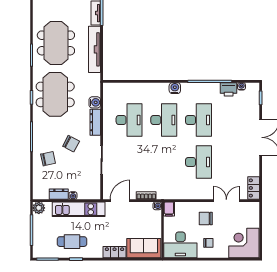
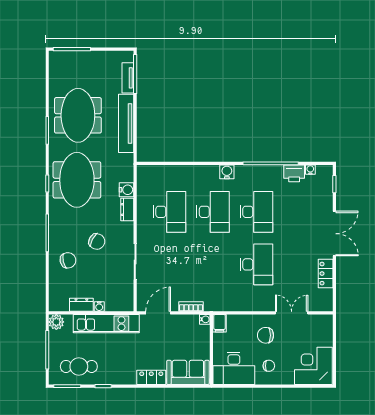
dresser: (95, 122) -> (127, 210), width x0.70
locker: (254, 188) -> (326, 274), moved
cafe table: (72, 242) -> (79, 366), moved

